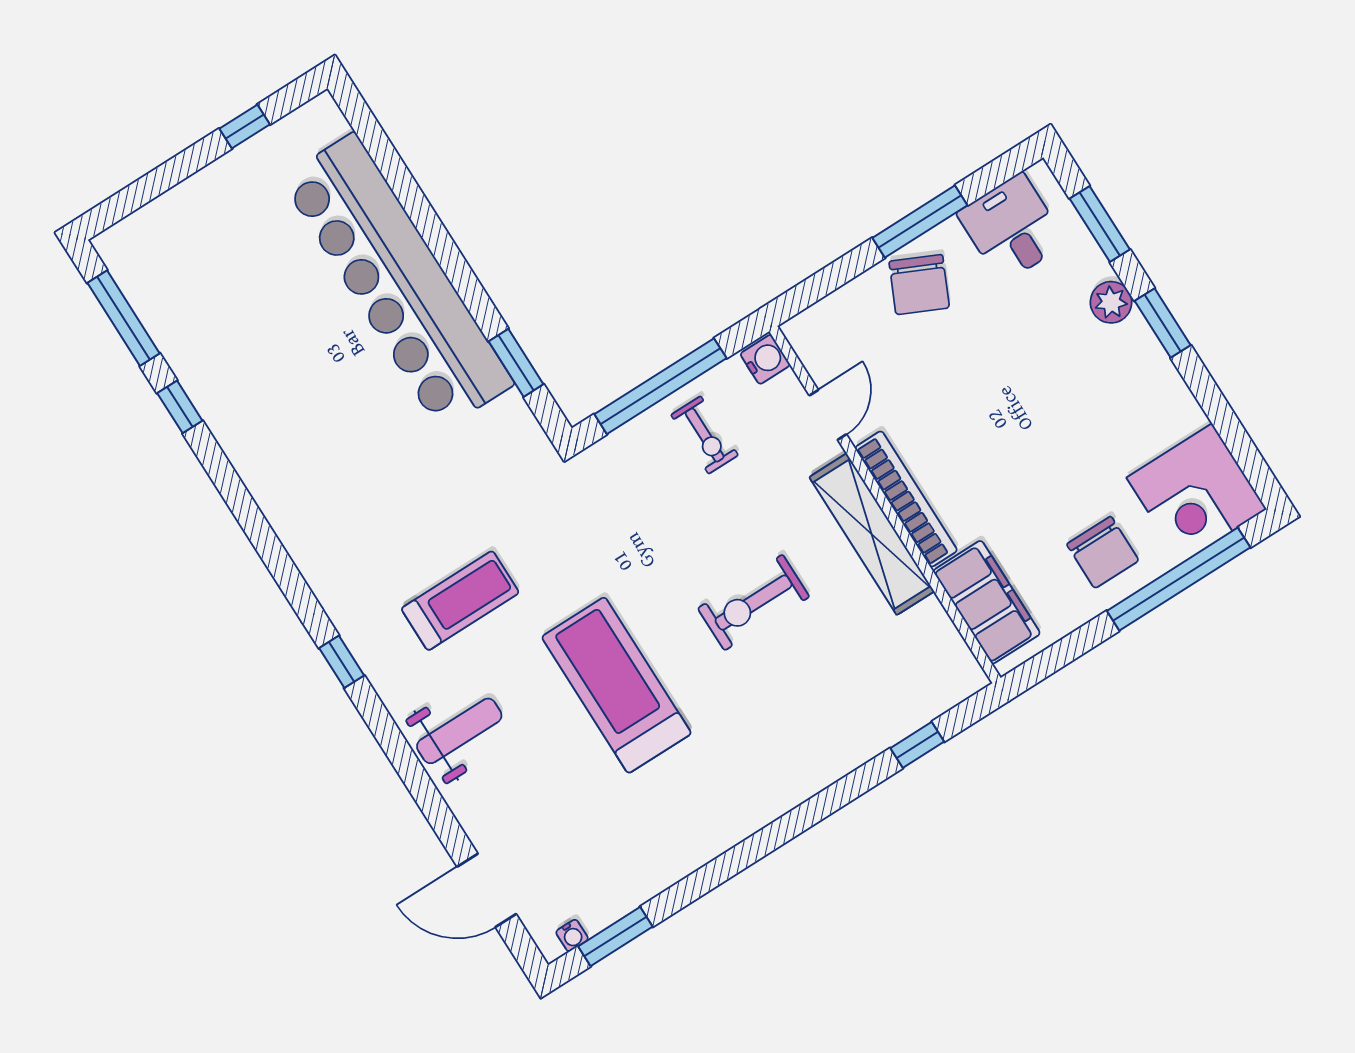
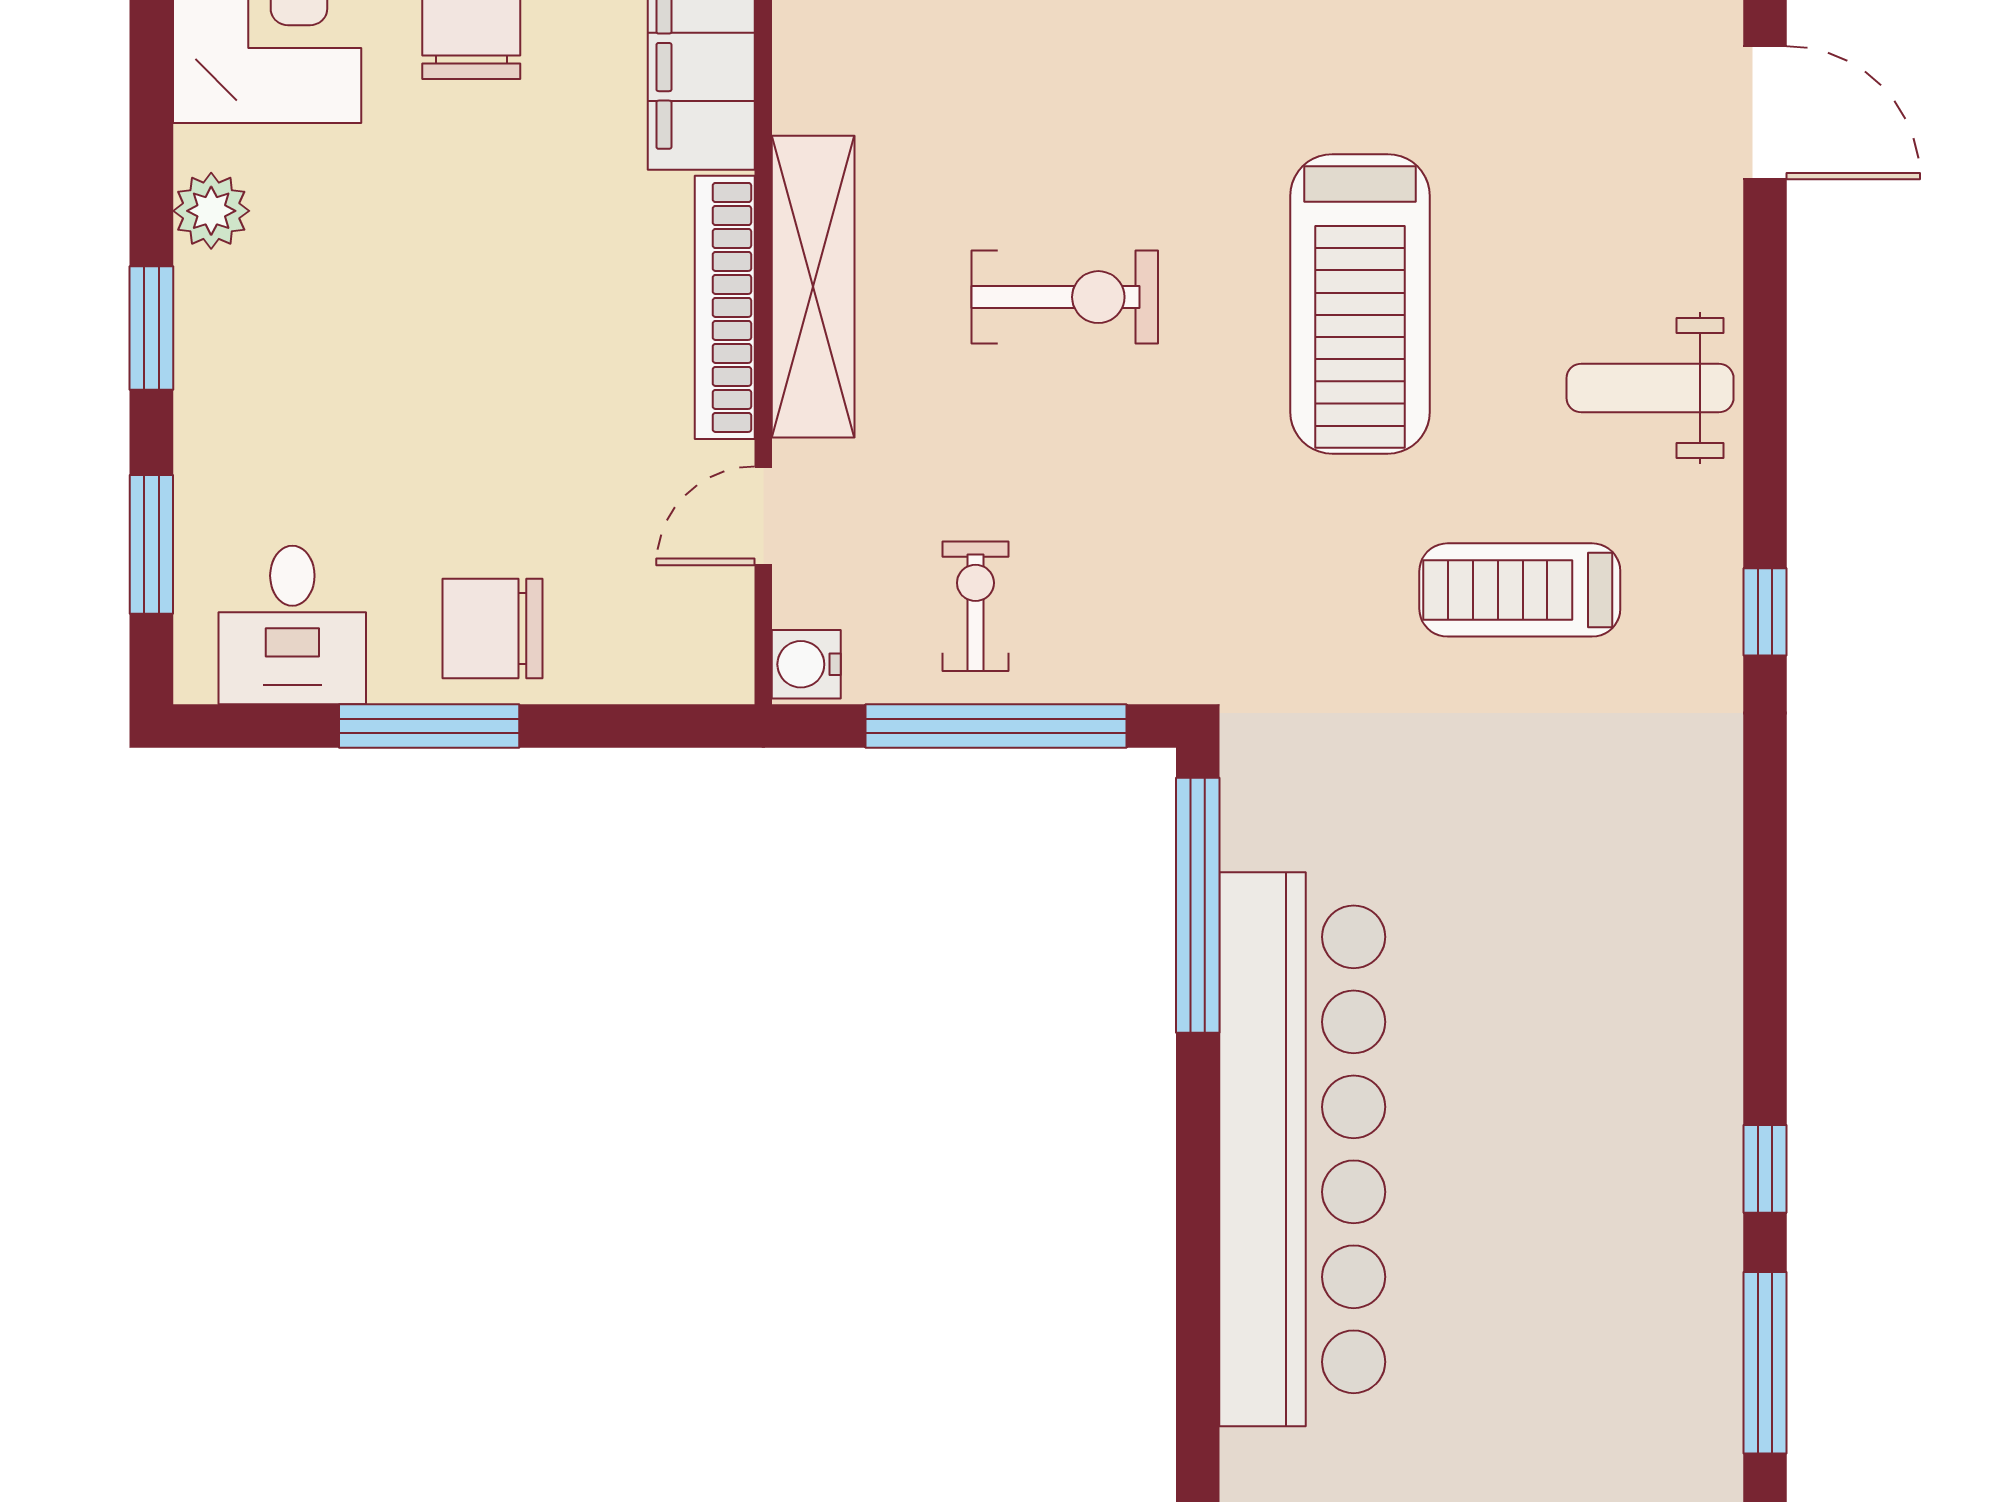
chair: (919, 285) -> (493, 628), turned -115
plant: (1111, 302) -> (211, 211), moved
window: (516, 363) -> (1198, 905), width x2.11

